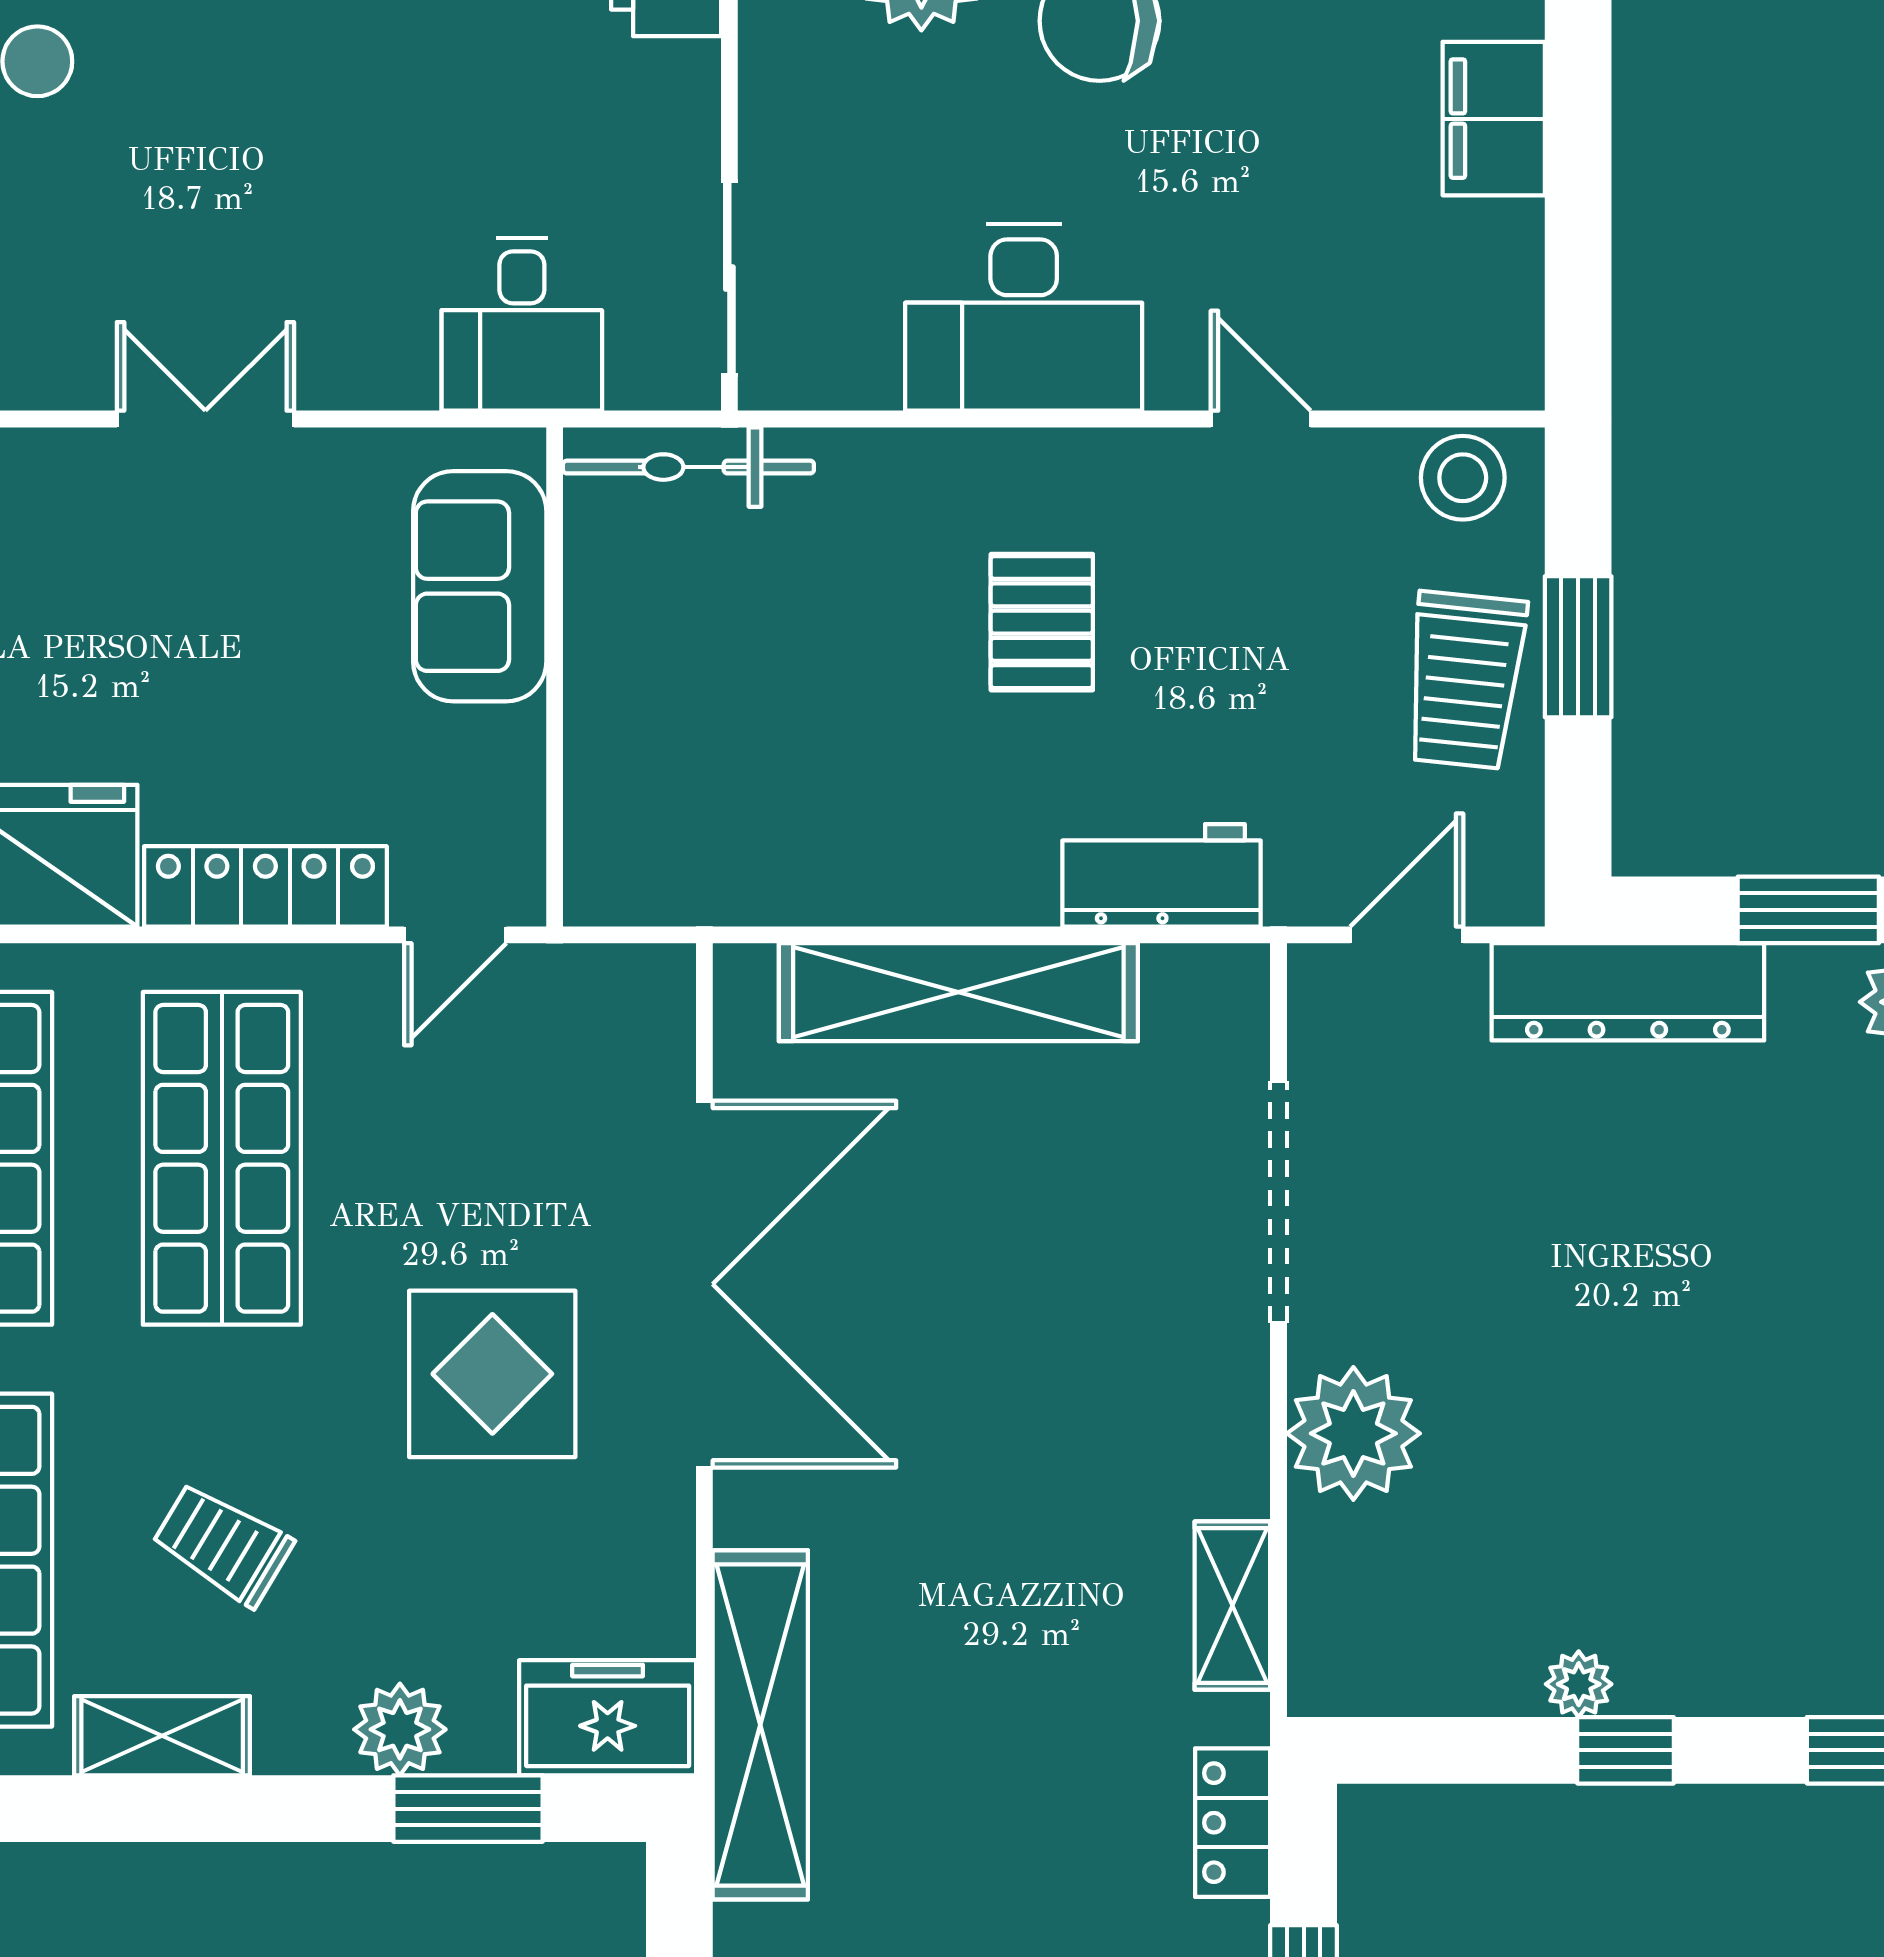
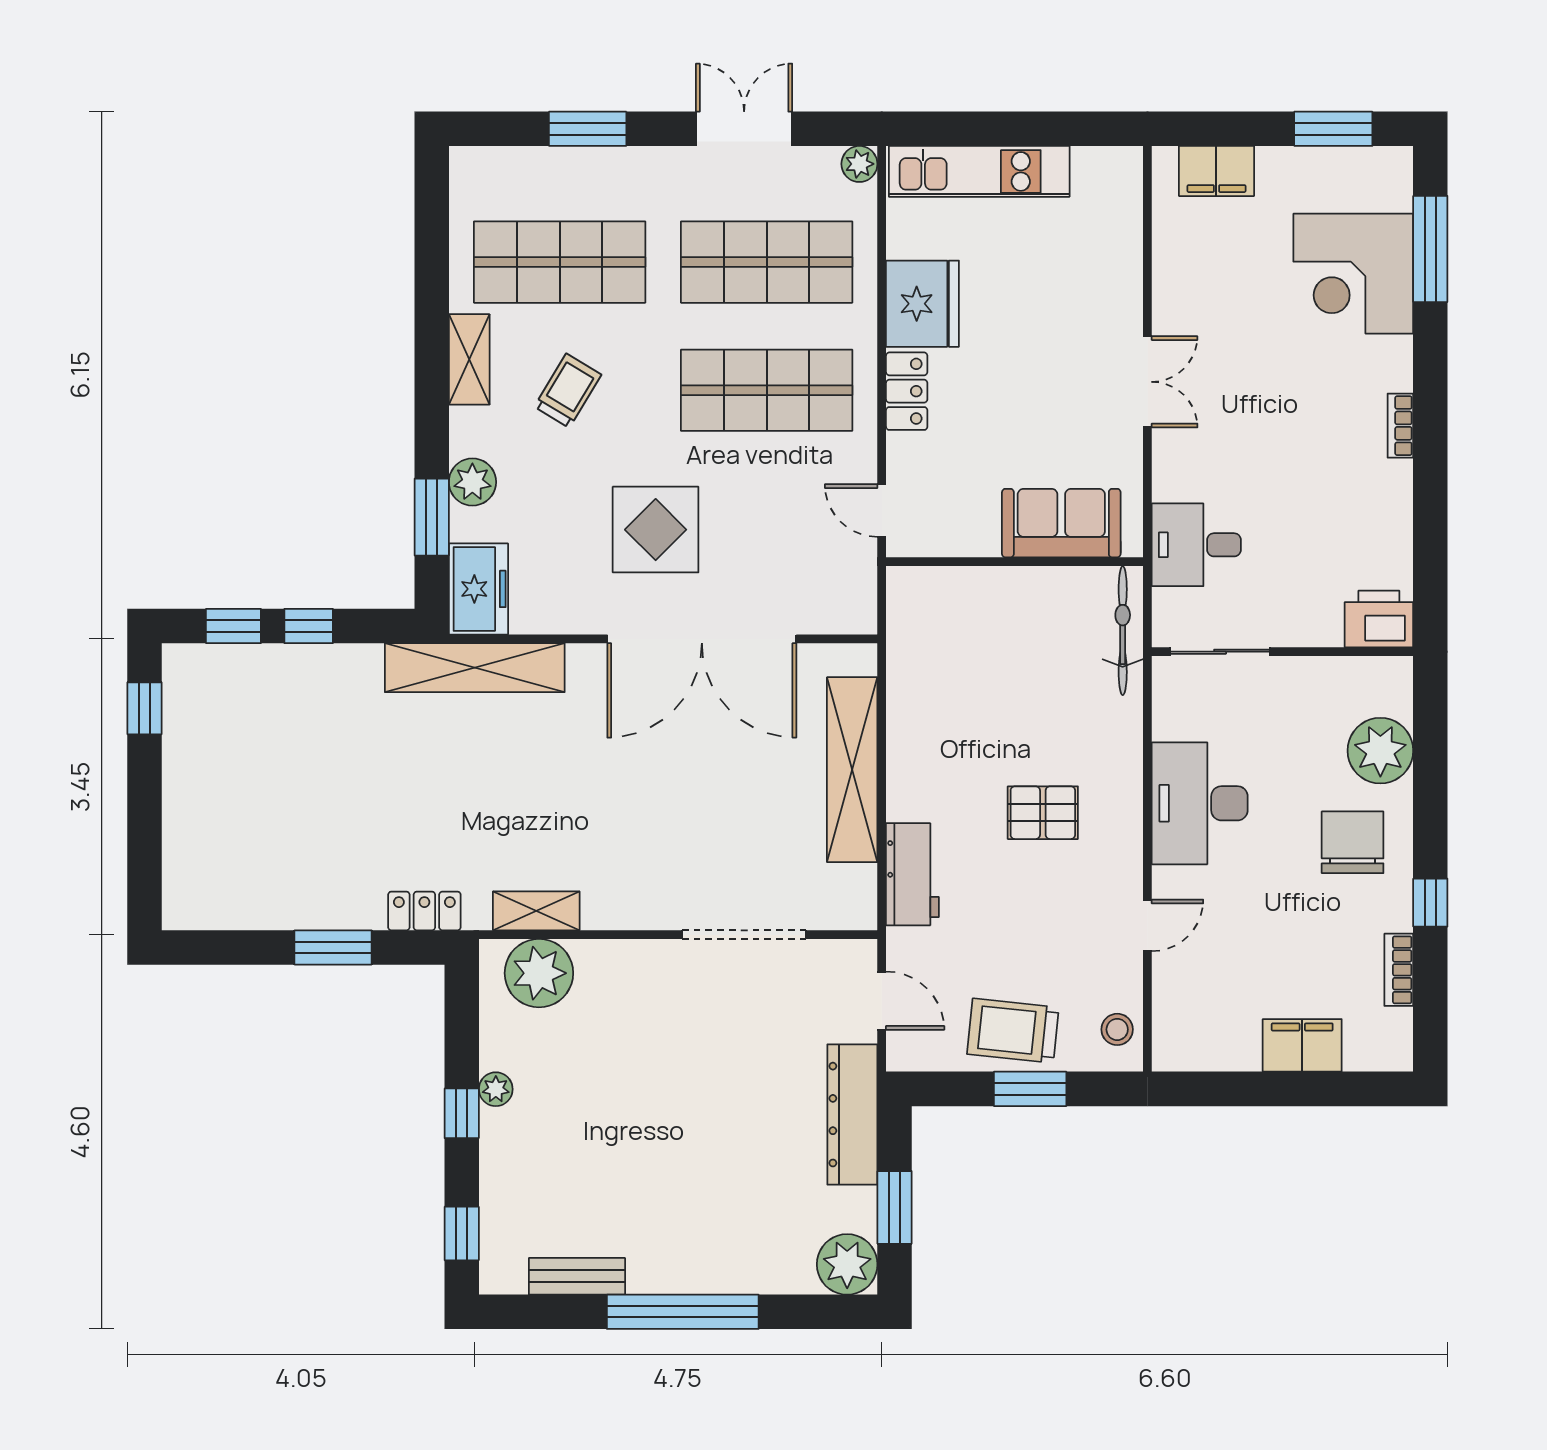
stool: (1463, 478) -> (1117, 1029), width x0.73, depth x0.73
locker: (265, 886) -> (907, 391), width x0.66
plant: (1353, 1433) -> (539, 973), moved

